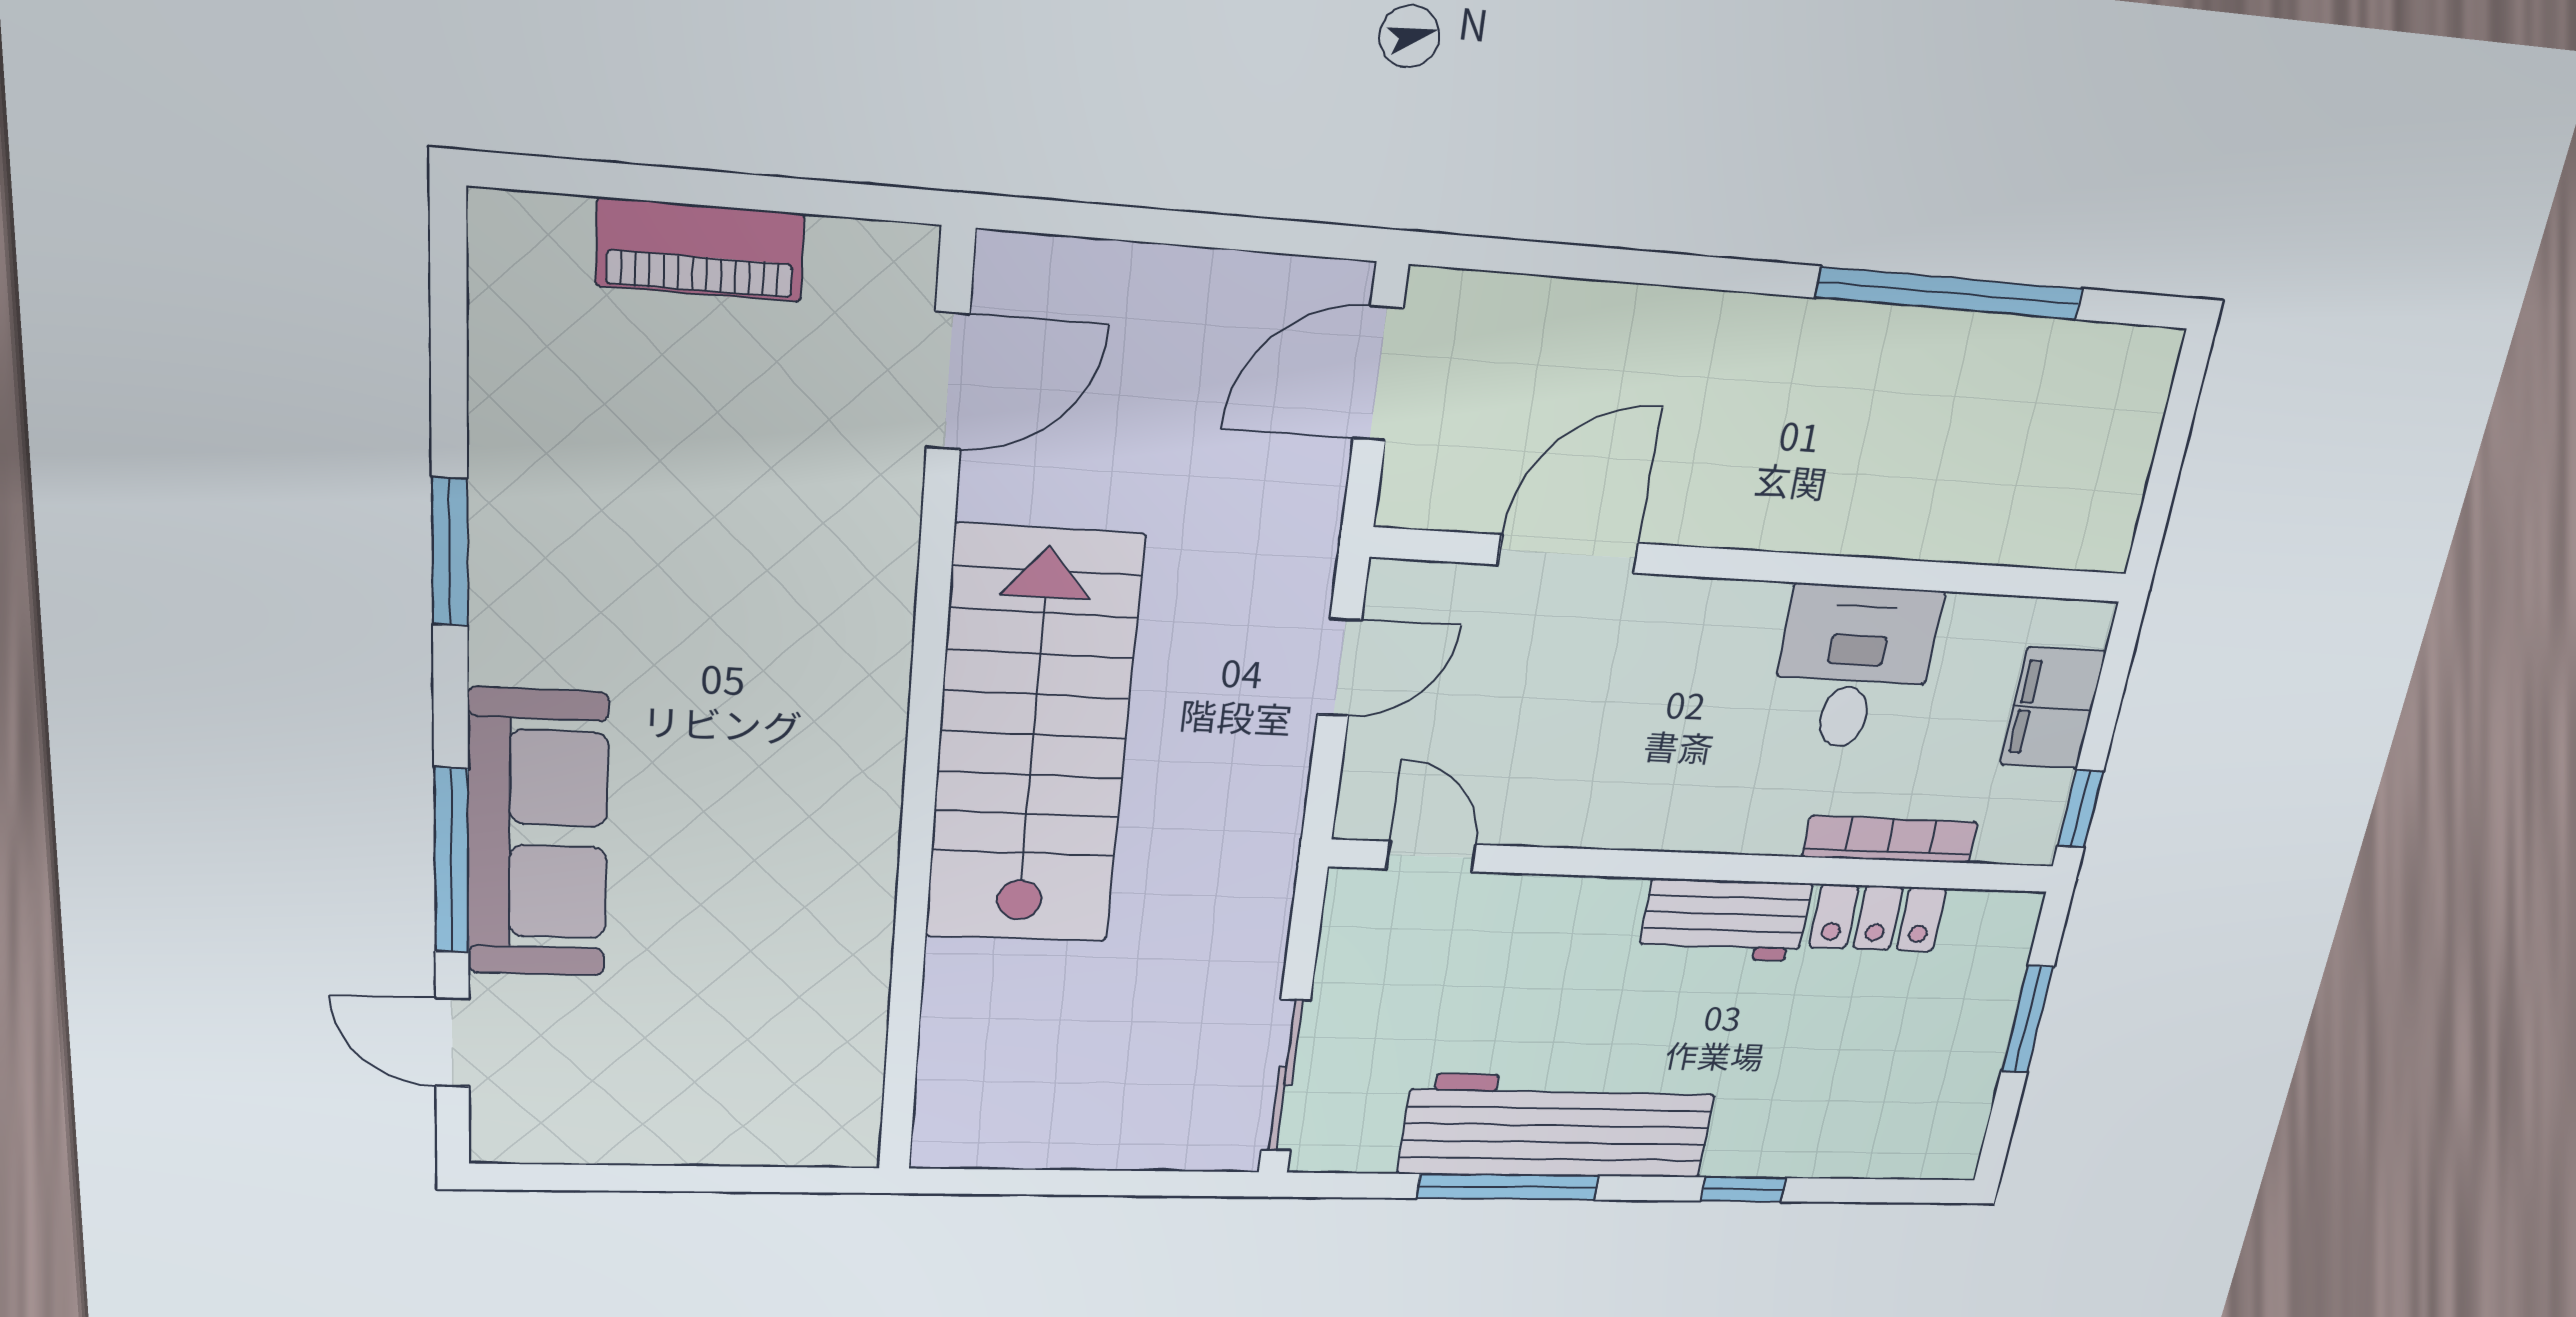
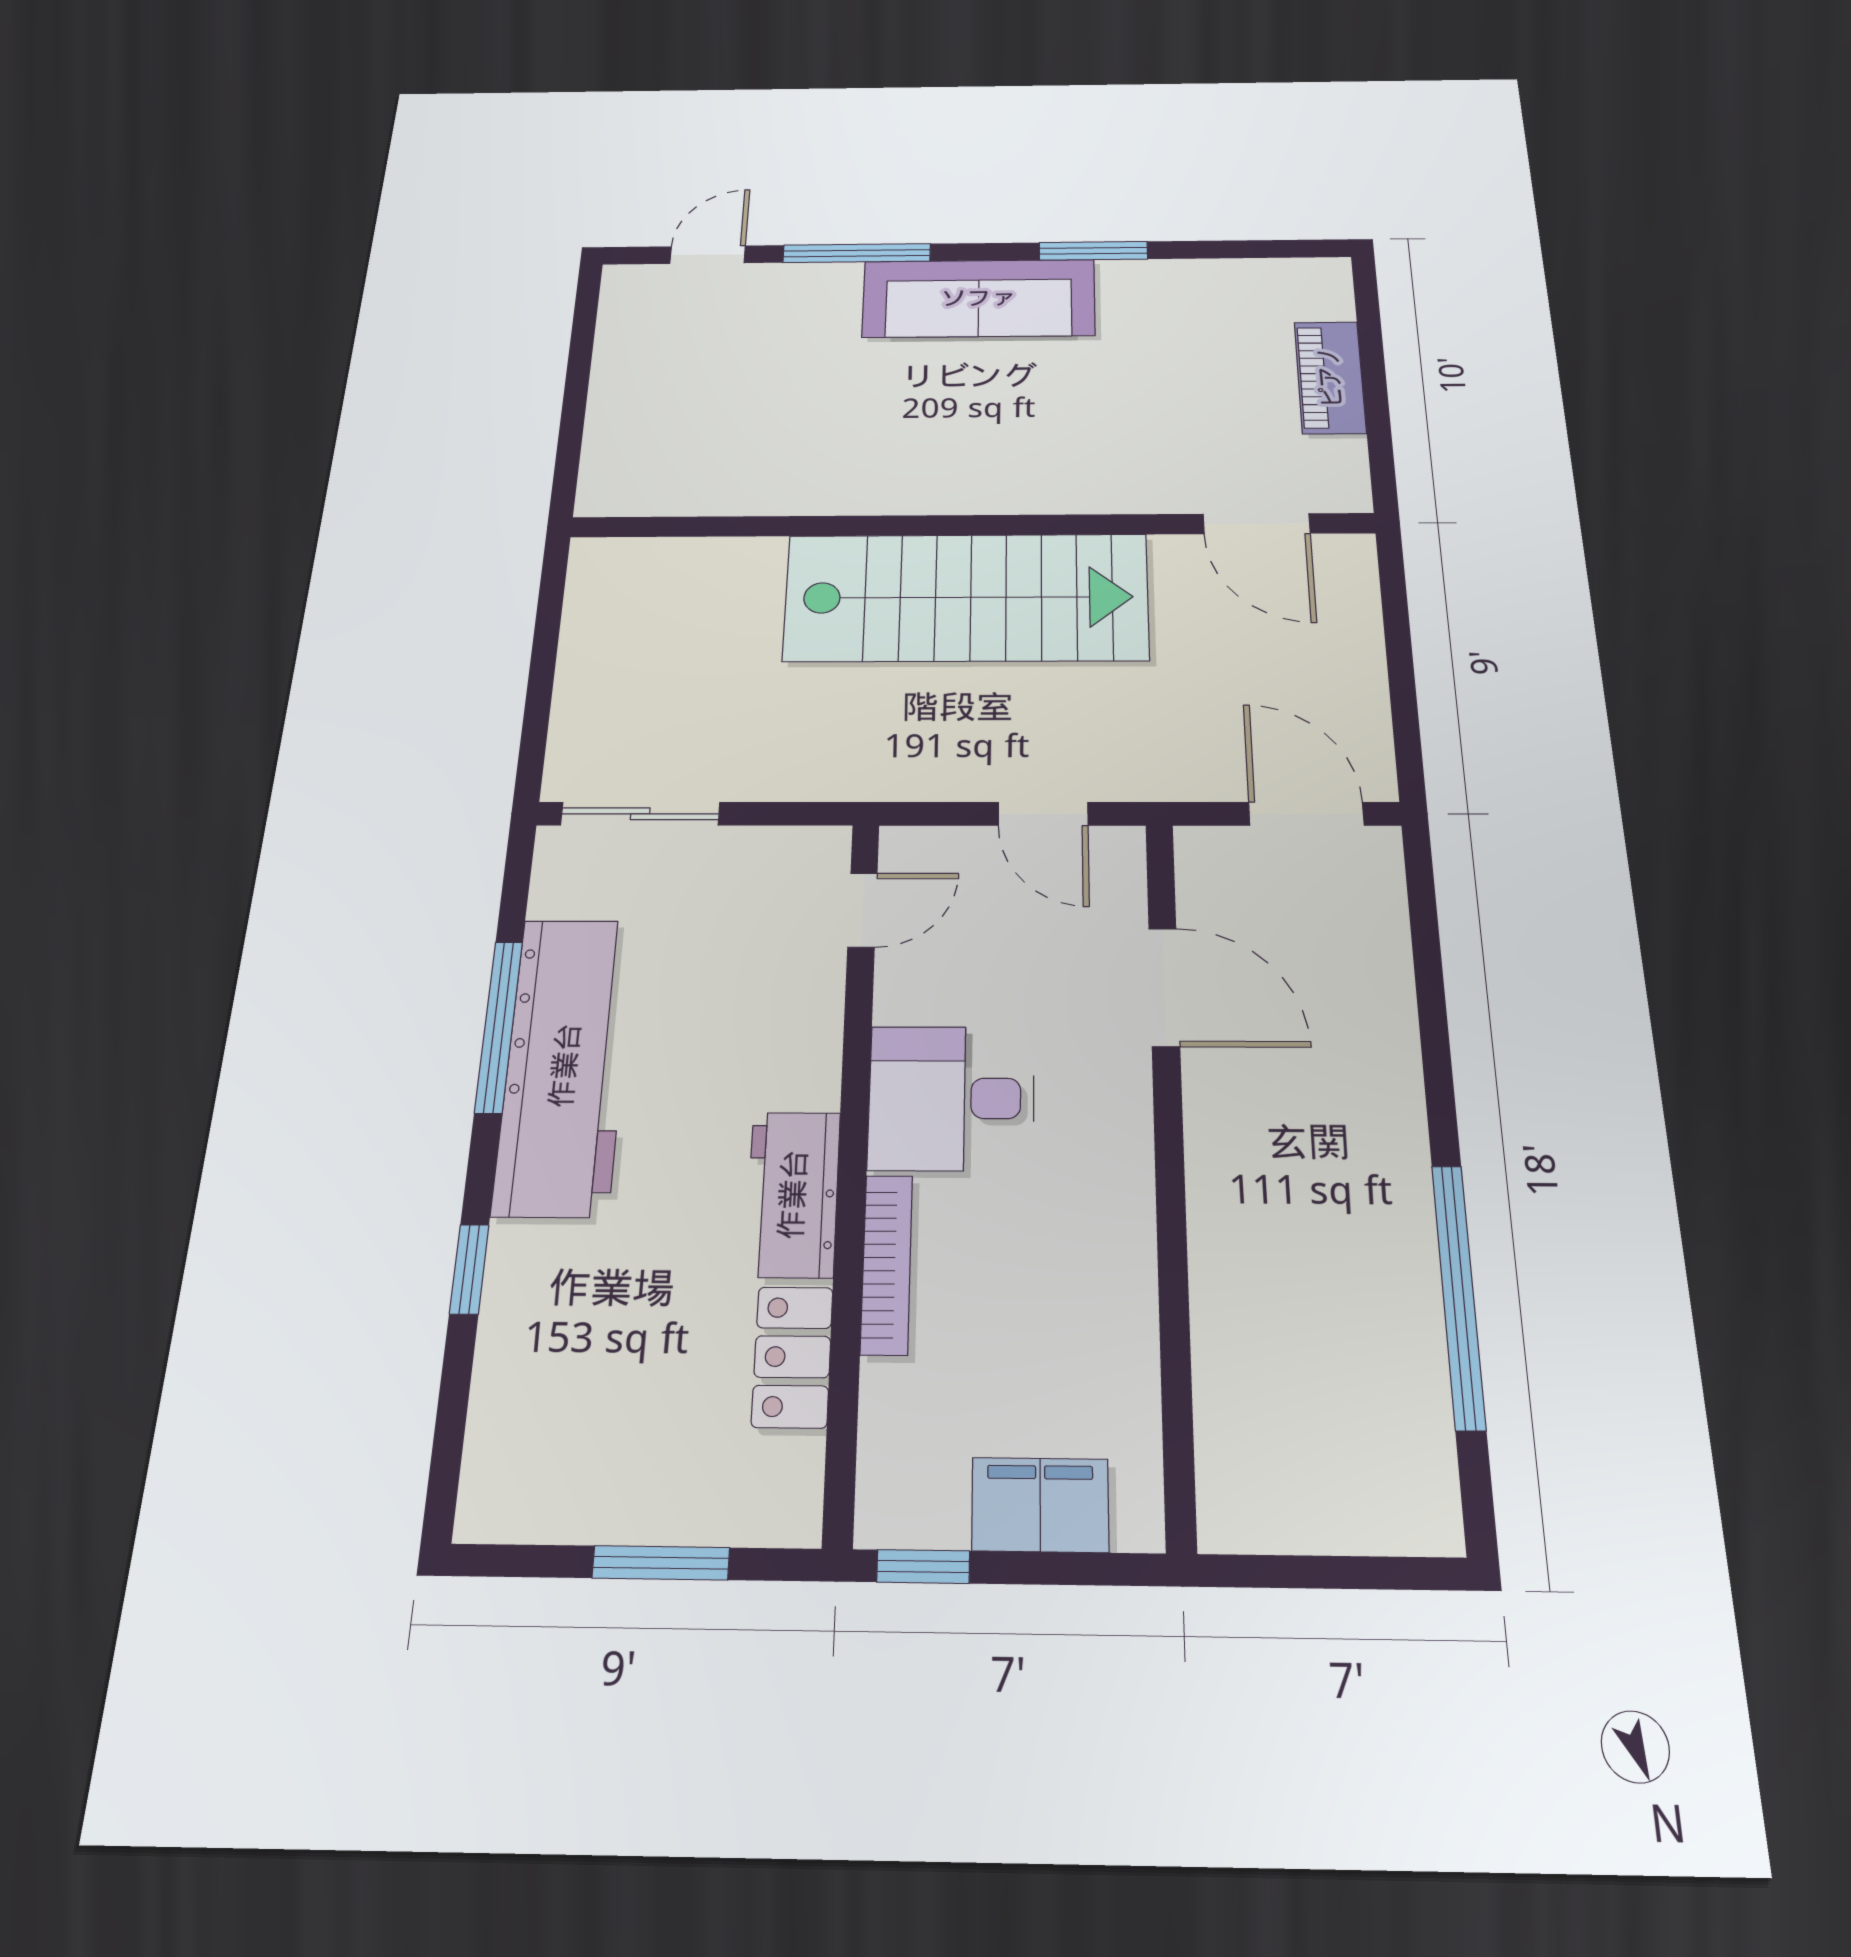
desk: (1854, 668) -> (951, 1098), moved, turned 180
sofa: (537, 835) -> (979, 298), moved
bookcase: (1890, 839) -> (887, 1264), moved

